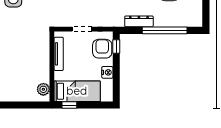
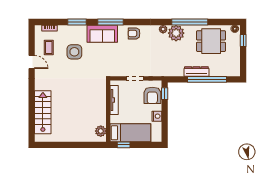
dresser: (139, 21) -> (196, 72), moved
armchair: (102, 49) -> (152, 95), turned 180

